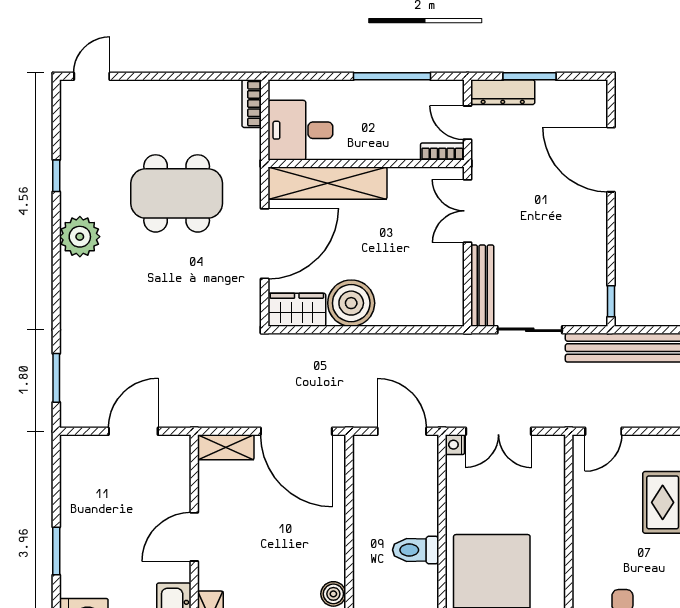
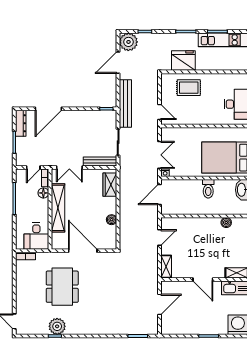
dresser: (503, 92) -> (21, 123), moved
floor lamp: (405, 147) -> (43, 193), added
shelving: (327, 183) -> (58, 208), moved
plant: (80, 237) -> (57, 326), moved
boiler: (351, 303) -> (112, 220), width x0.54, depth x0.54
wardrobe: (297, 310) -> (110, 185), moved
door: (133, 431) -> (160, 304), swing flipped
door: (296, 431) -> (160, 238), width x0.53

